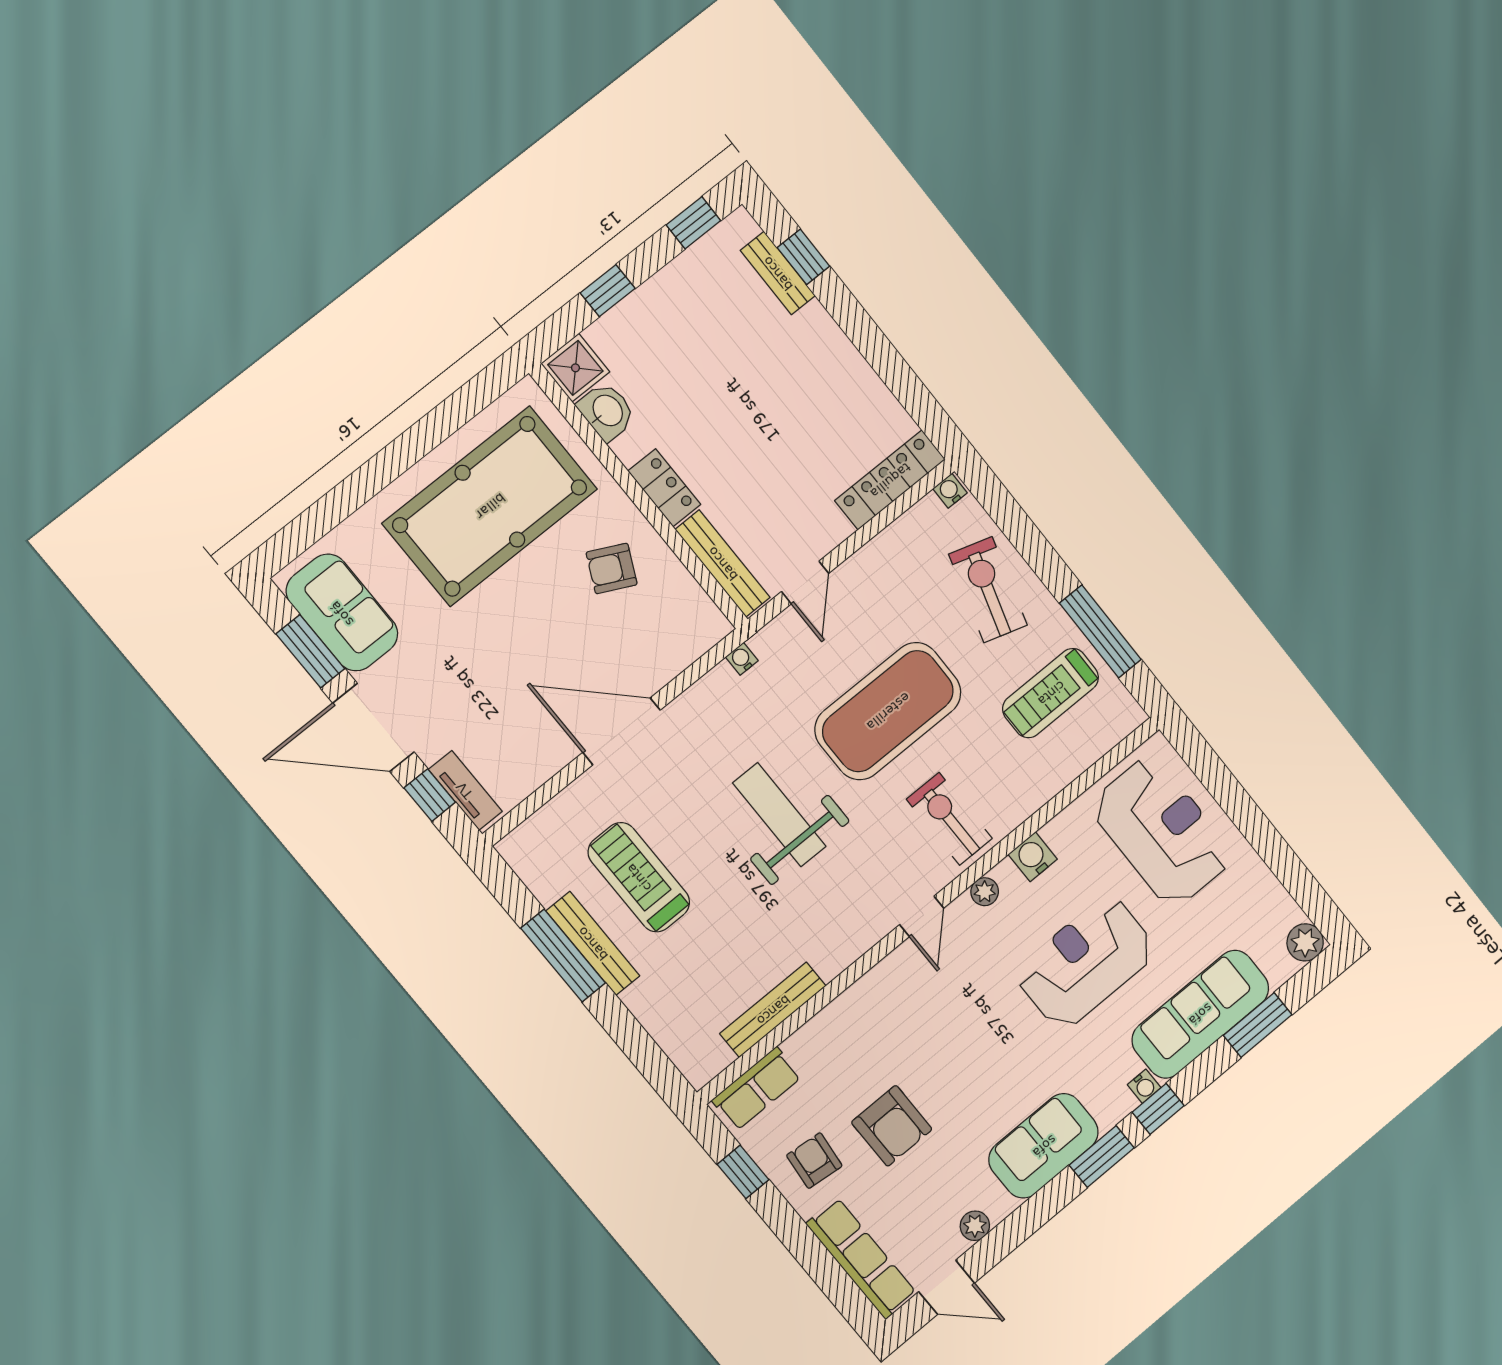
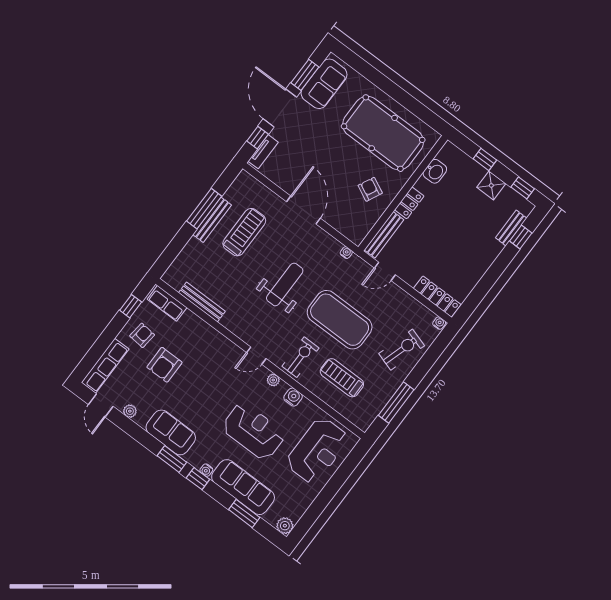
shower: (575, 368) -> (491, 185), moved
treadmill: (1051, 693) -> (342, 378), moved

